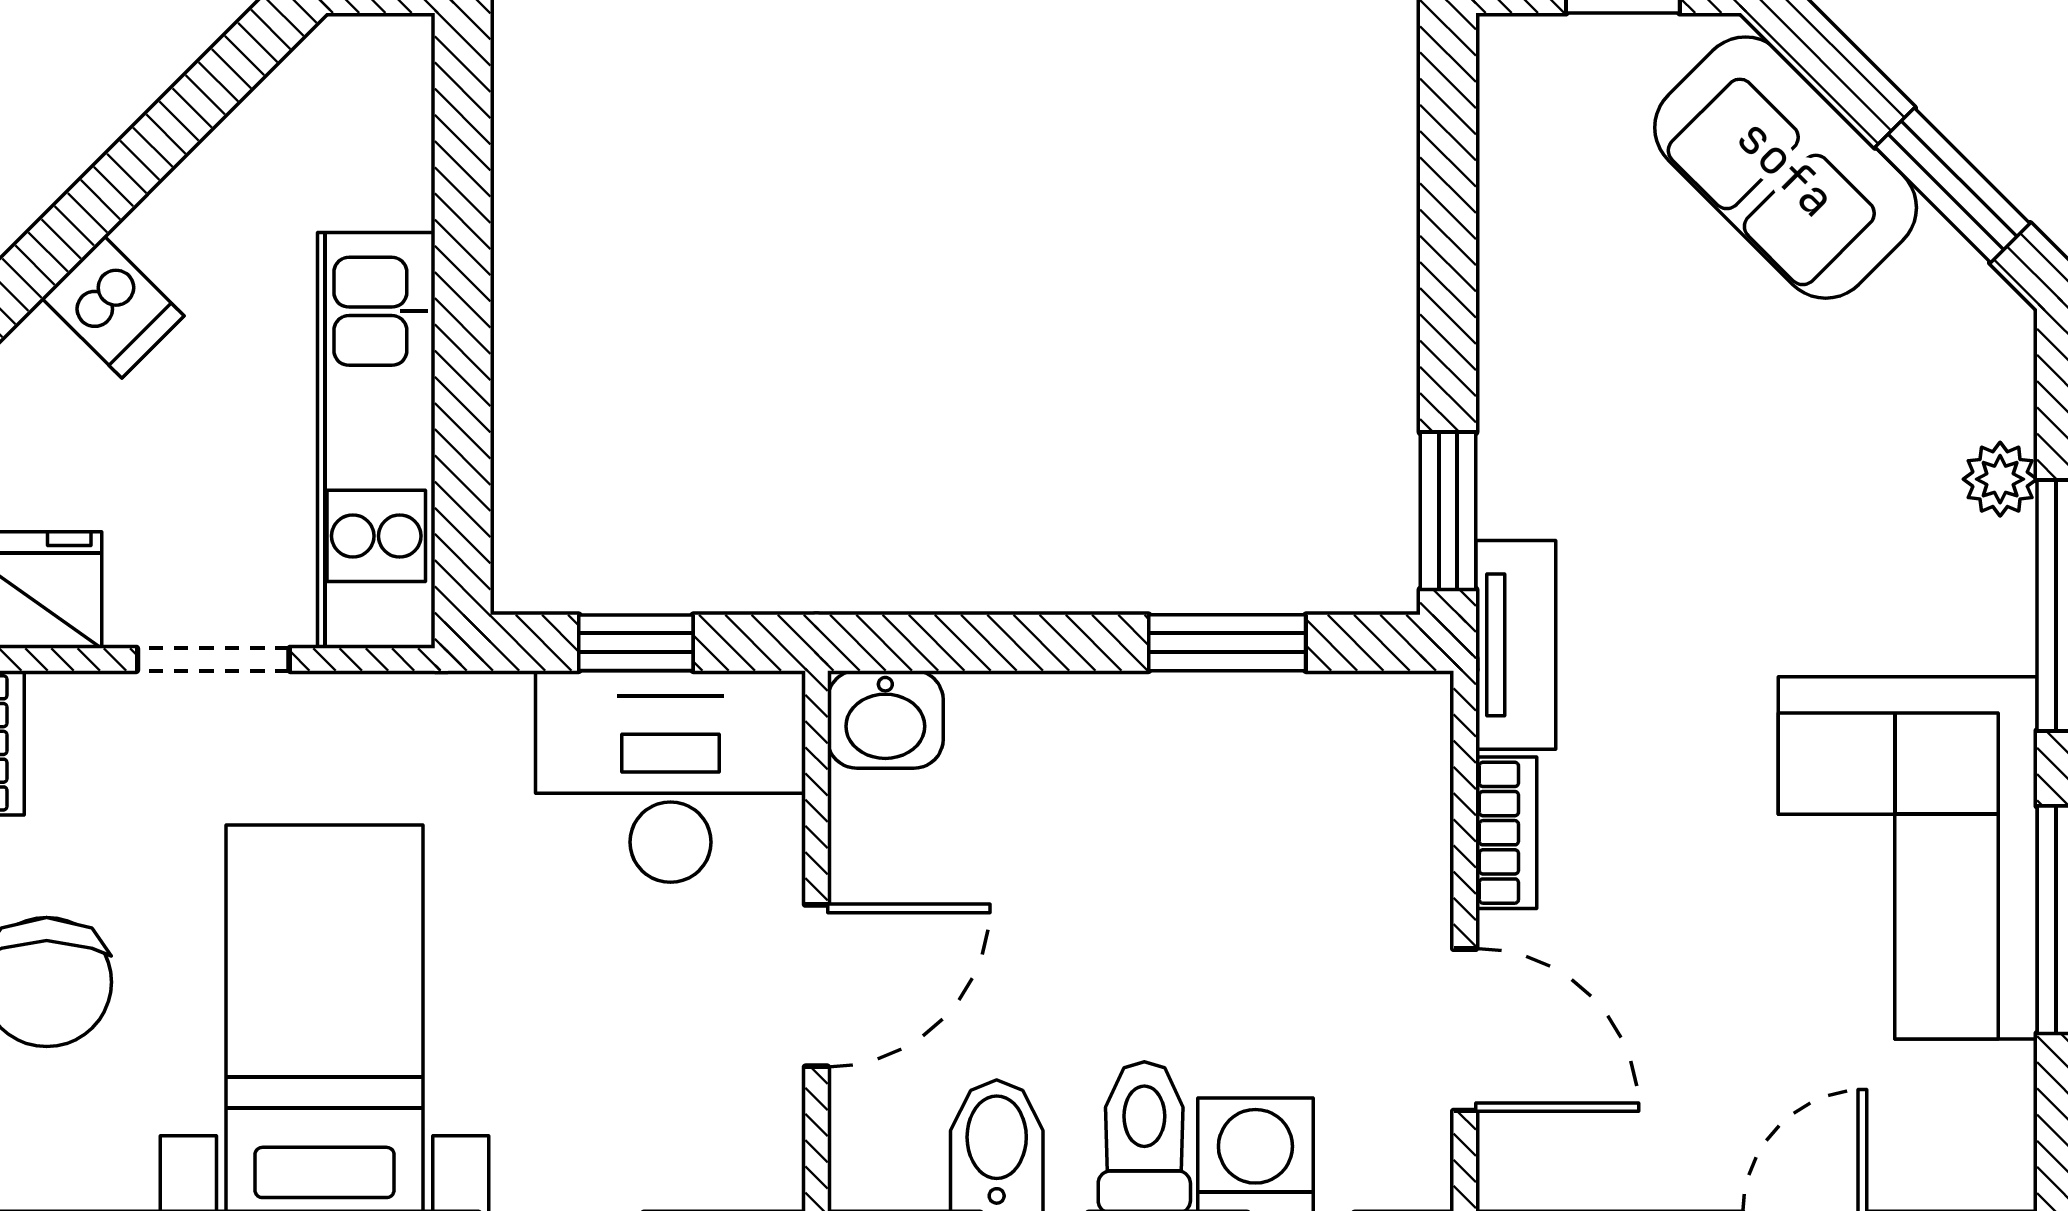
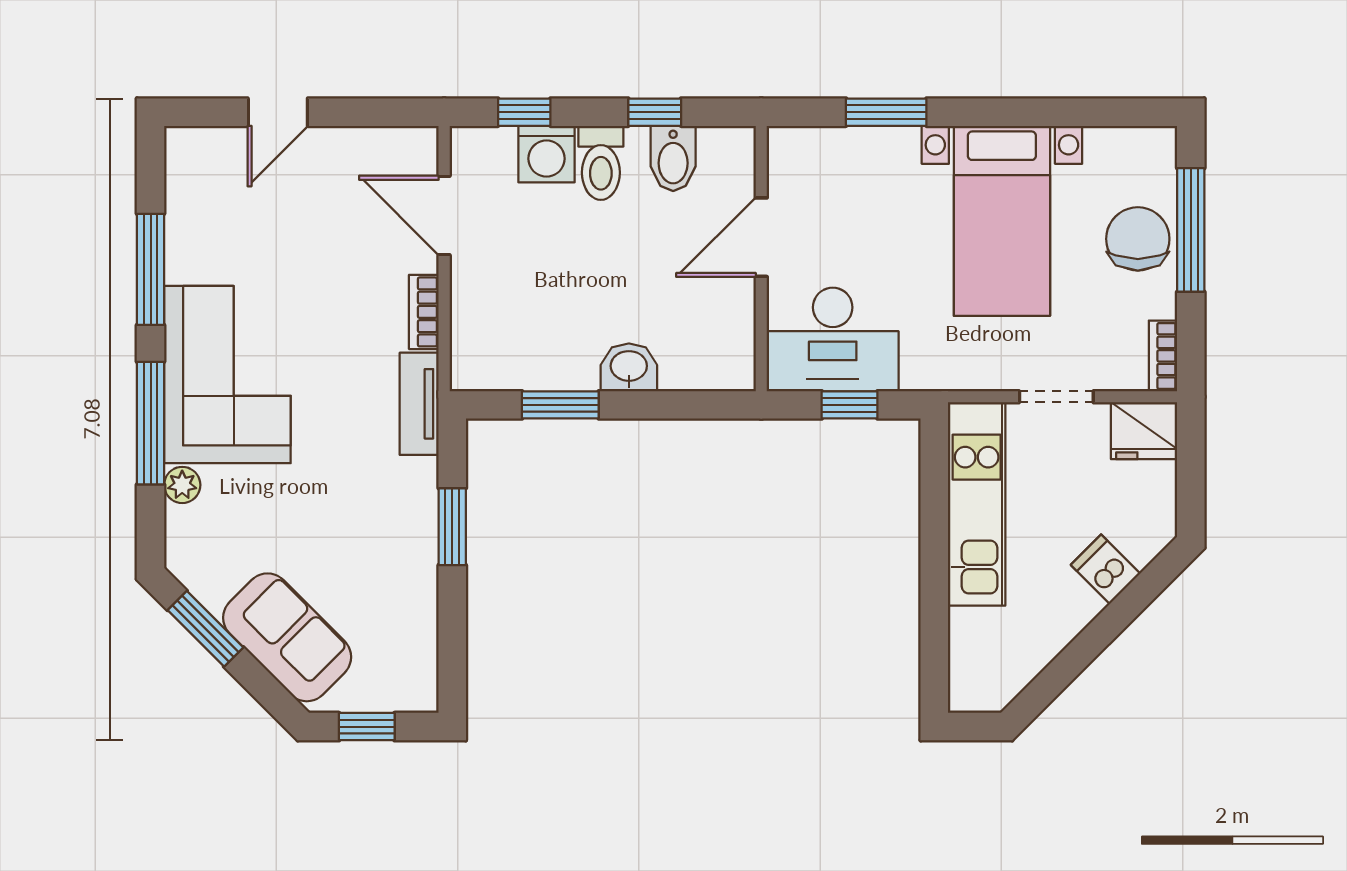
window: (1448, 511) -> (452, 527), moved
washbasin: (885, 719) -> (629, 367), moved
corner sofa: (1908, 858) -> (227, 375), moved

